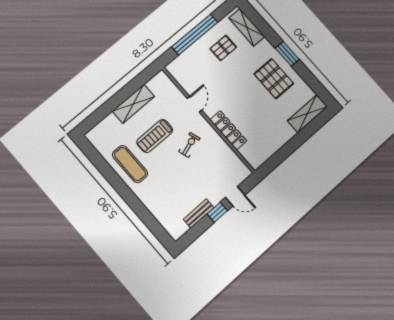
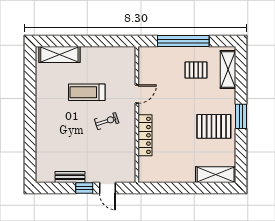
pallet: (274, 79) -> (214, 126), turned 90
shelving: (133, 104) -> (59, 55), moved
exercise mat: (130, 164) -> (51, 97), removed

